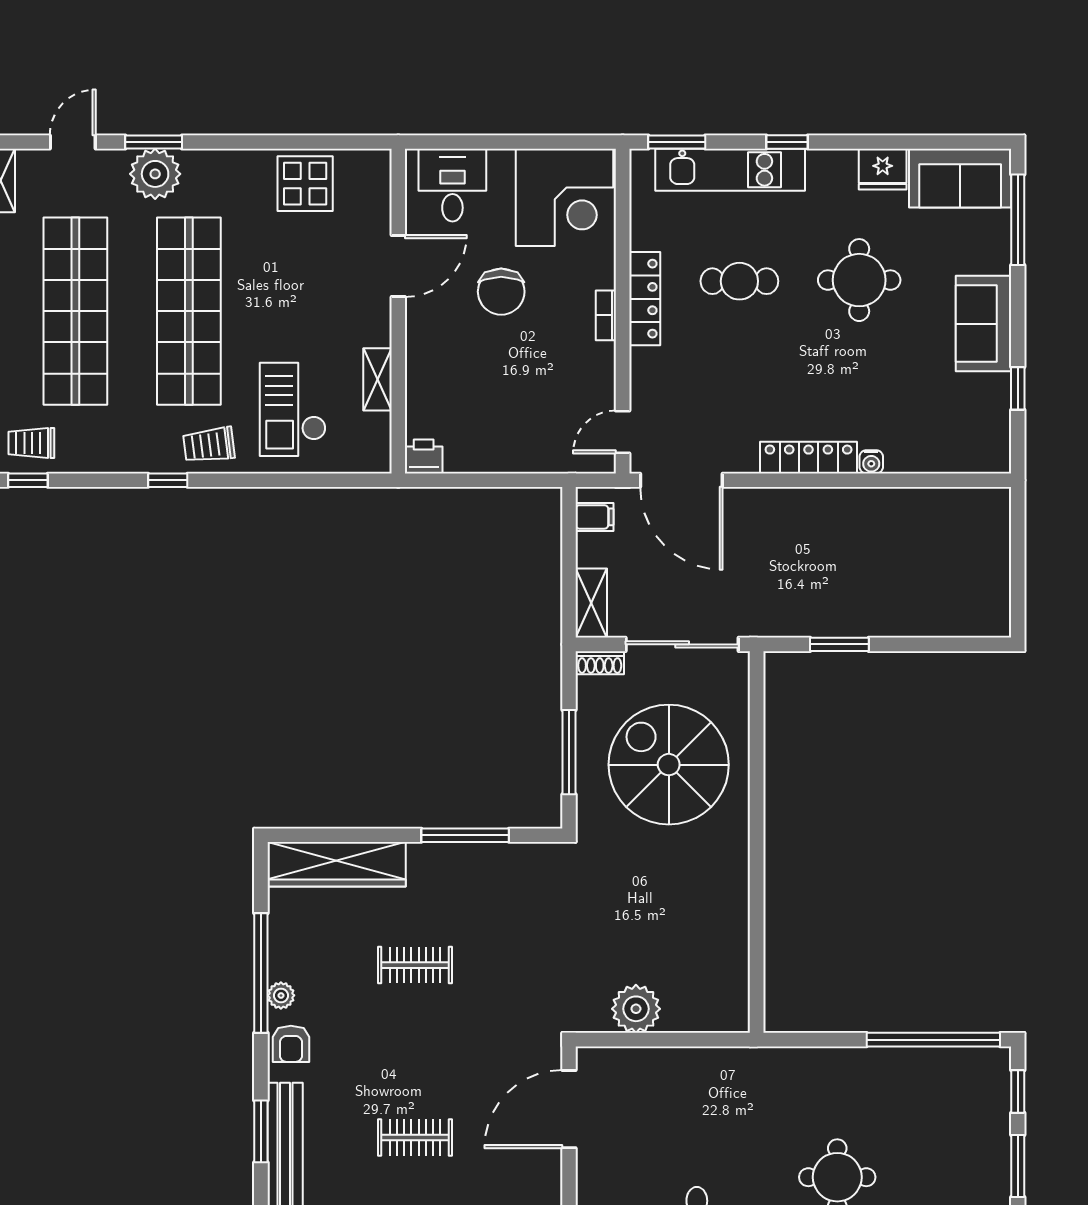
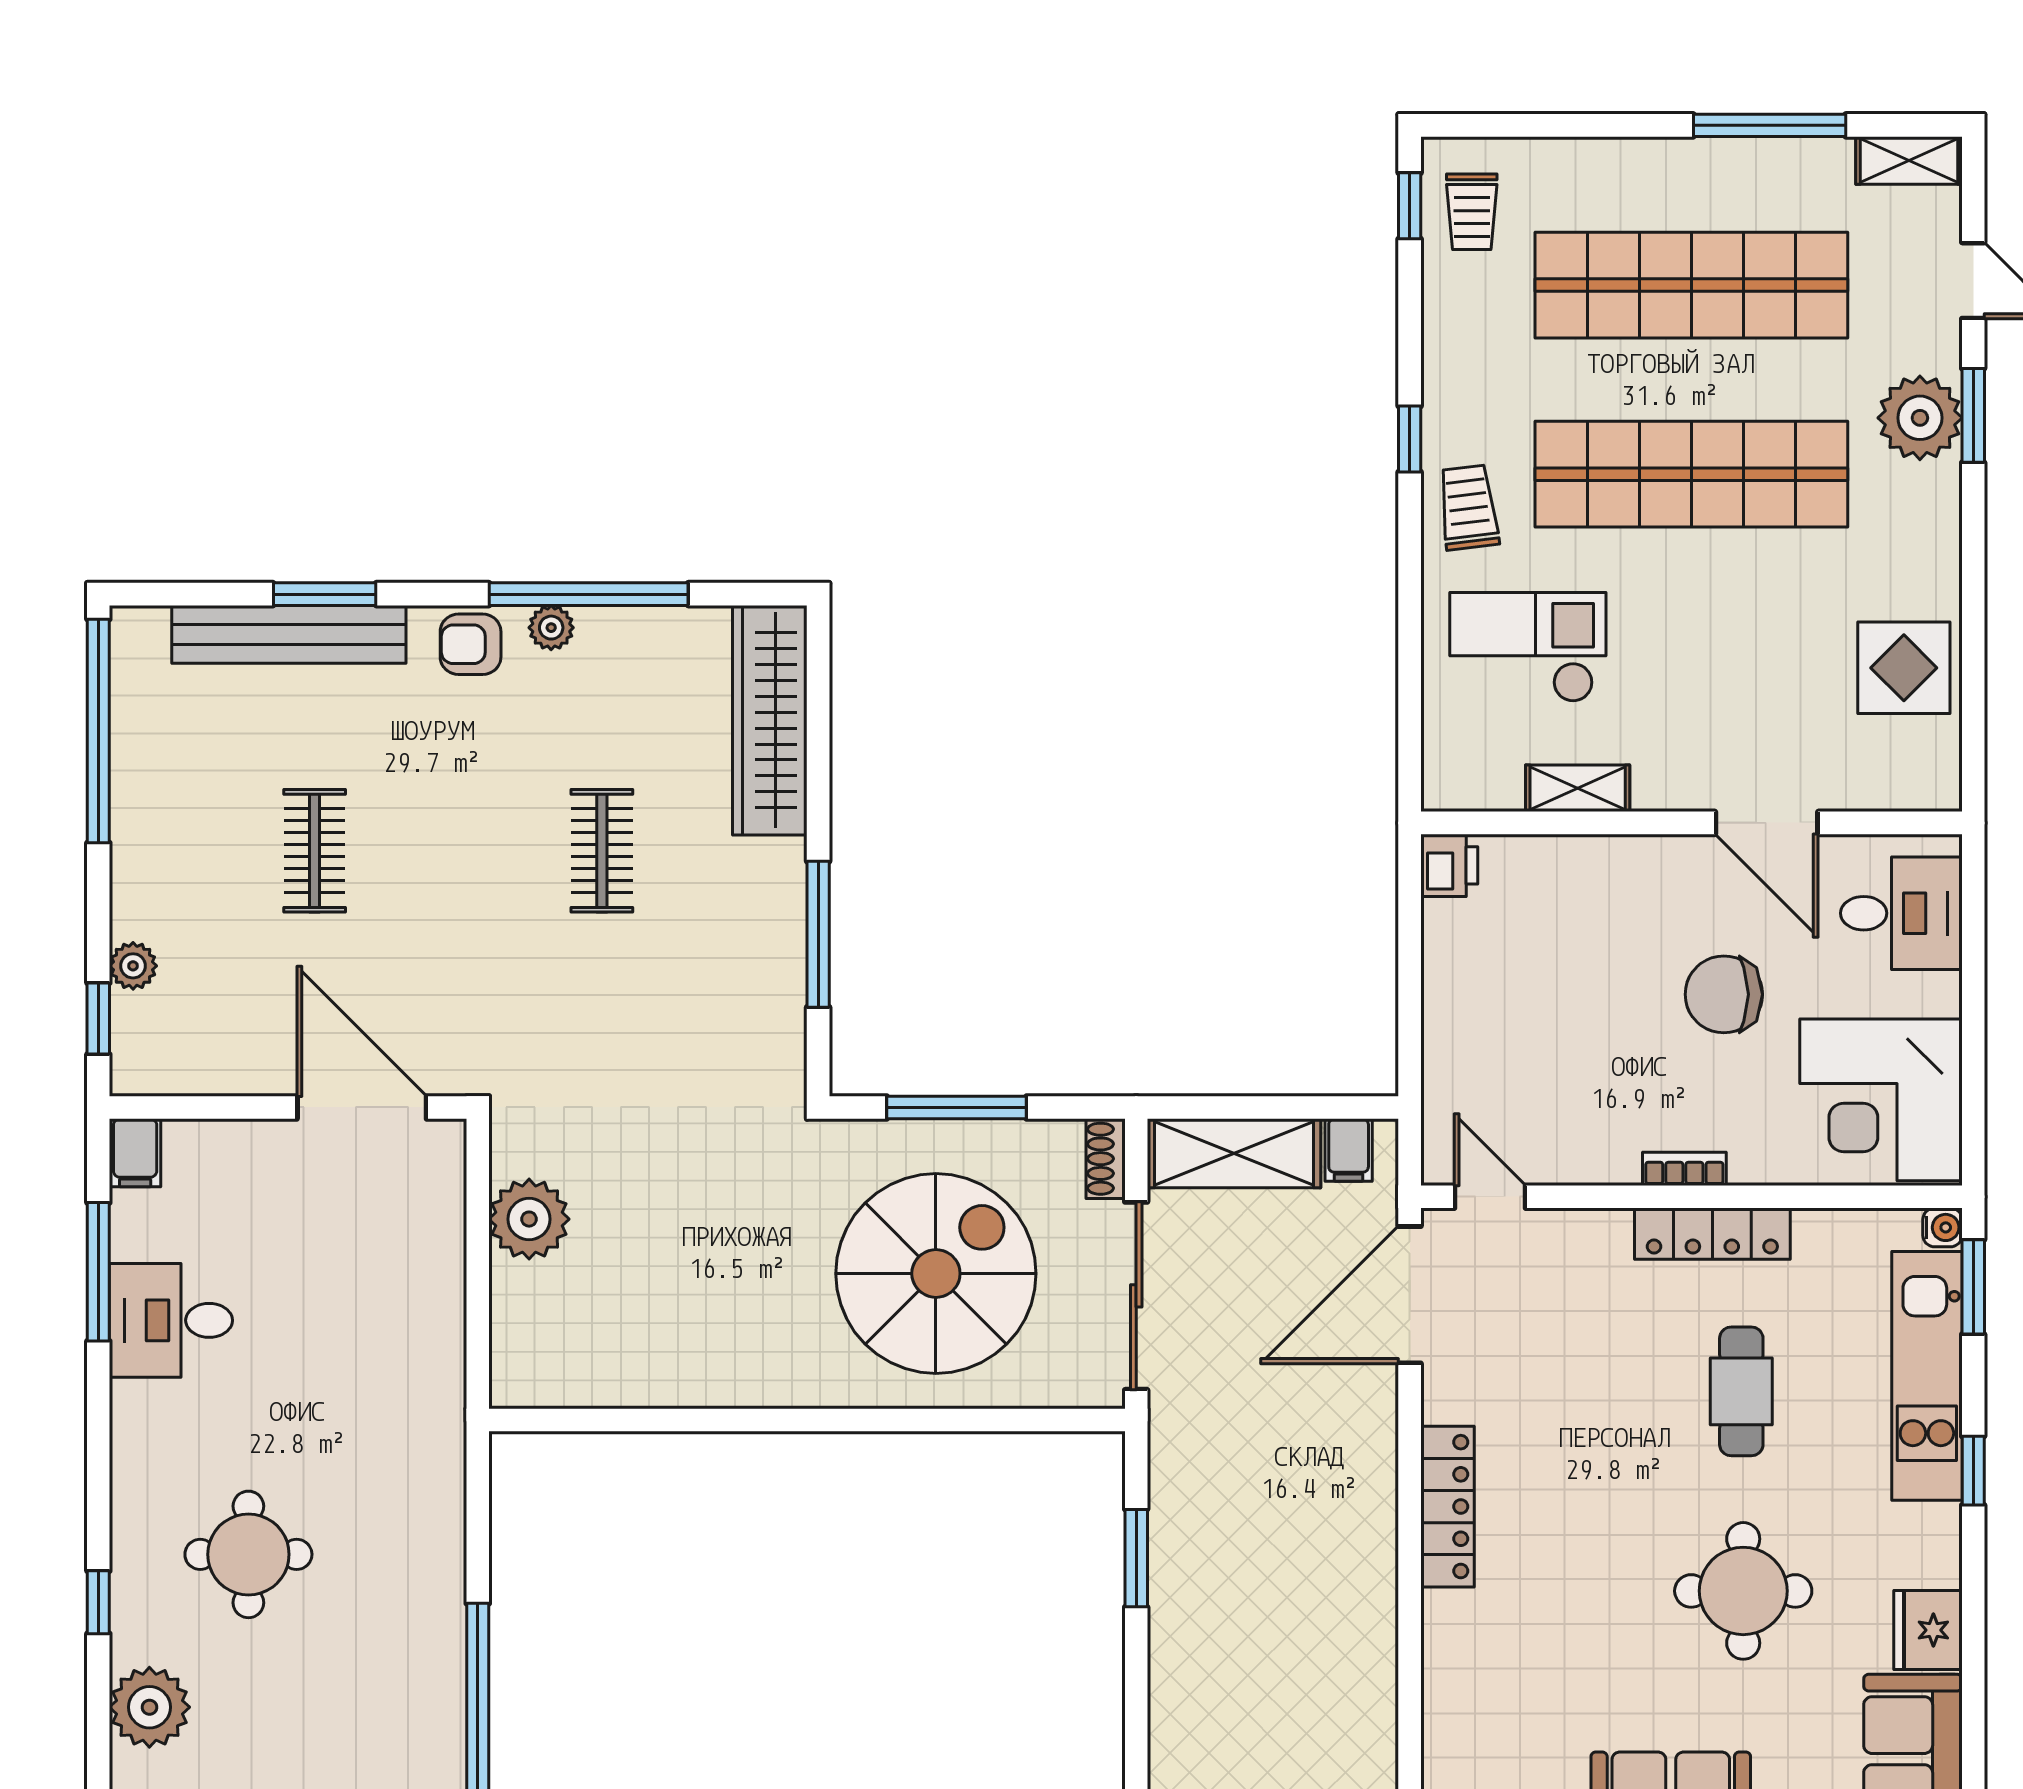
trolley: (31, 443) -> (1472, 212), turned 180
water cooler: (871, 462) -> (1943, 1227), moved, turned 180
shelving: (591, 603) -> (1234, 1153), width x1.50, depth x1.33

